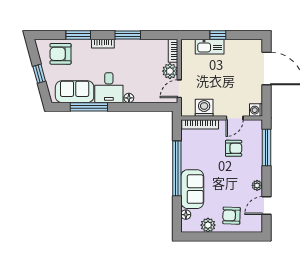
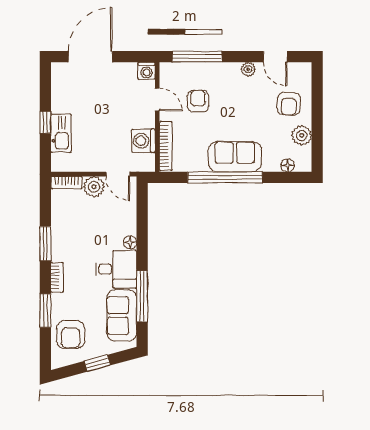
sofa: (192, 189) -> (235, 157), moved

